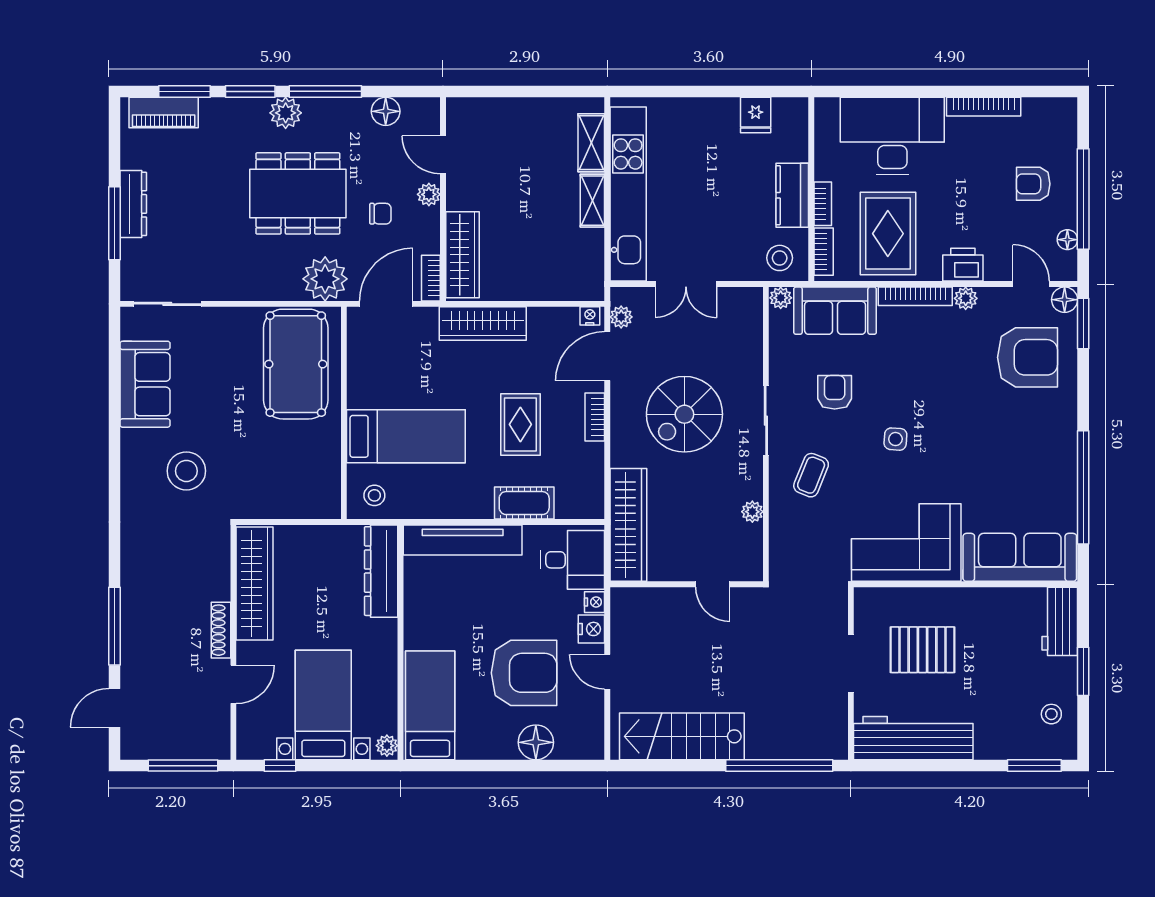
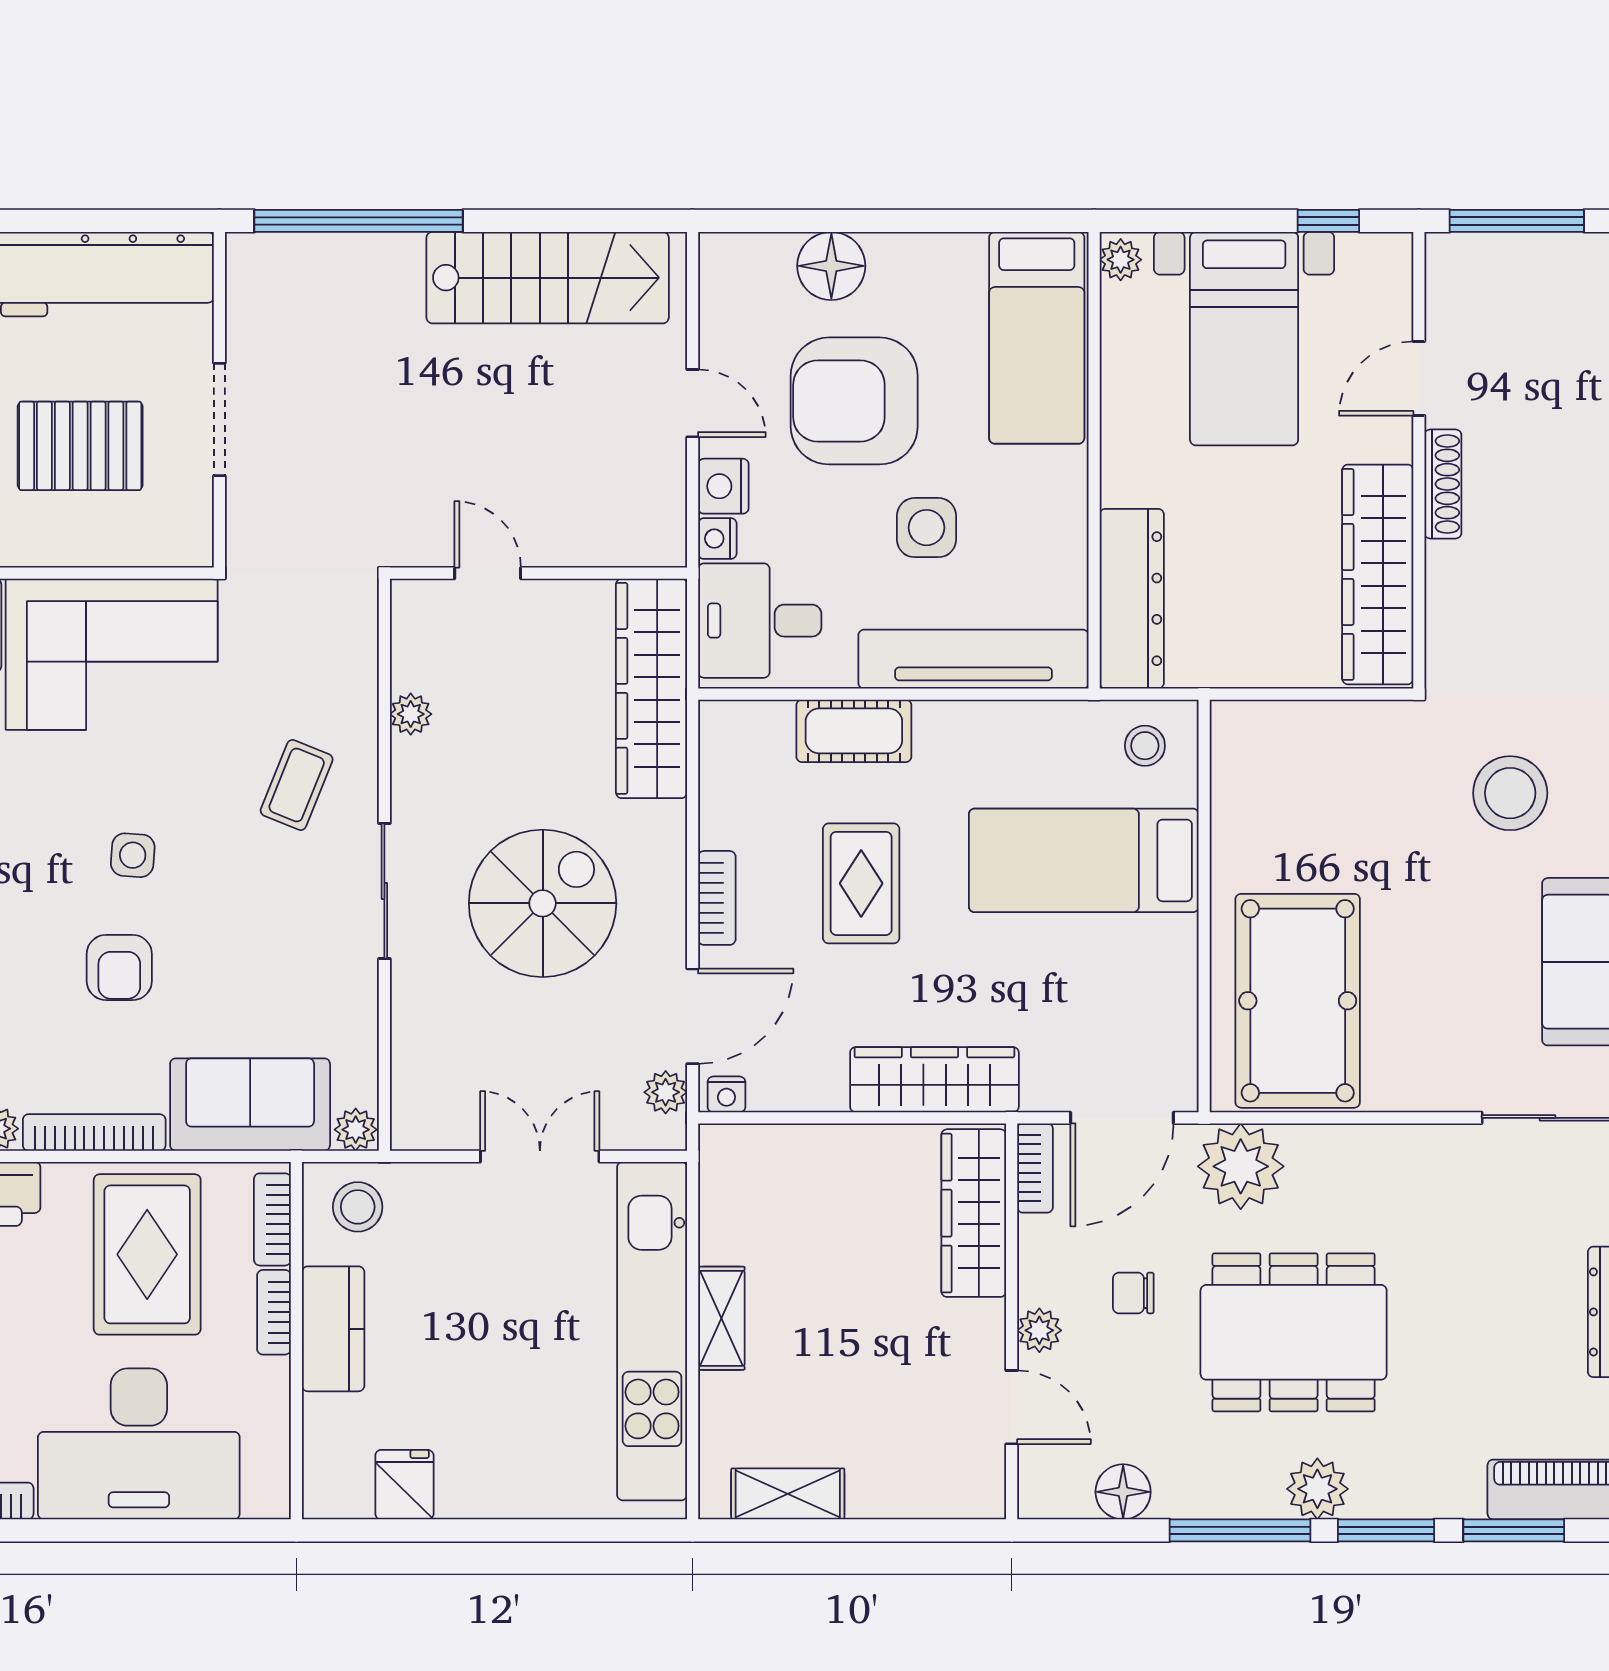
shelving: (591, 143) -> (788, 1494), moved, turned 90
armchair: (835, 392) -> (119, 967), moved
side table: (487, 608) -> (927, 528), added

